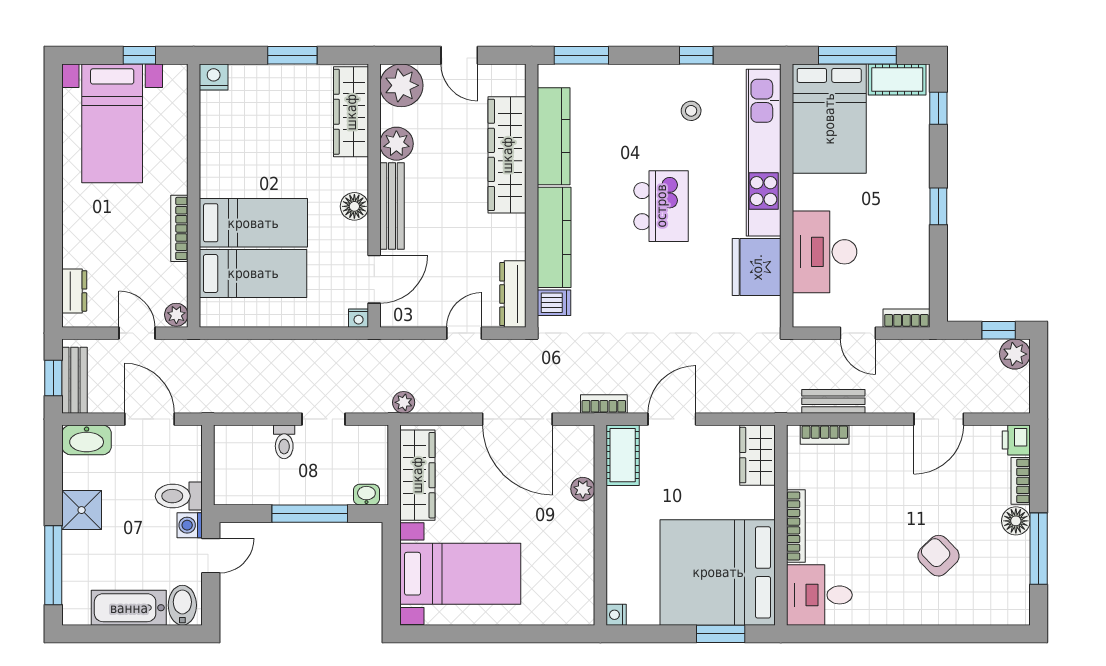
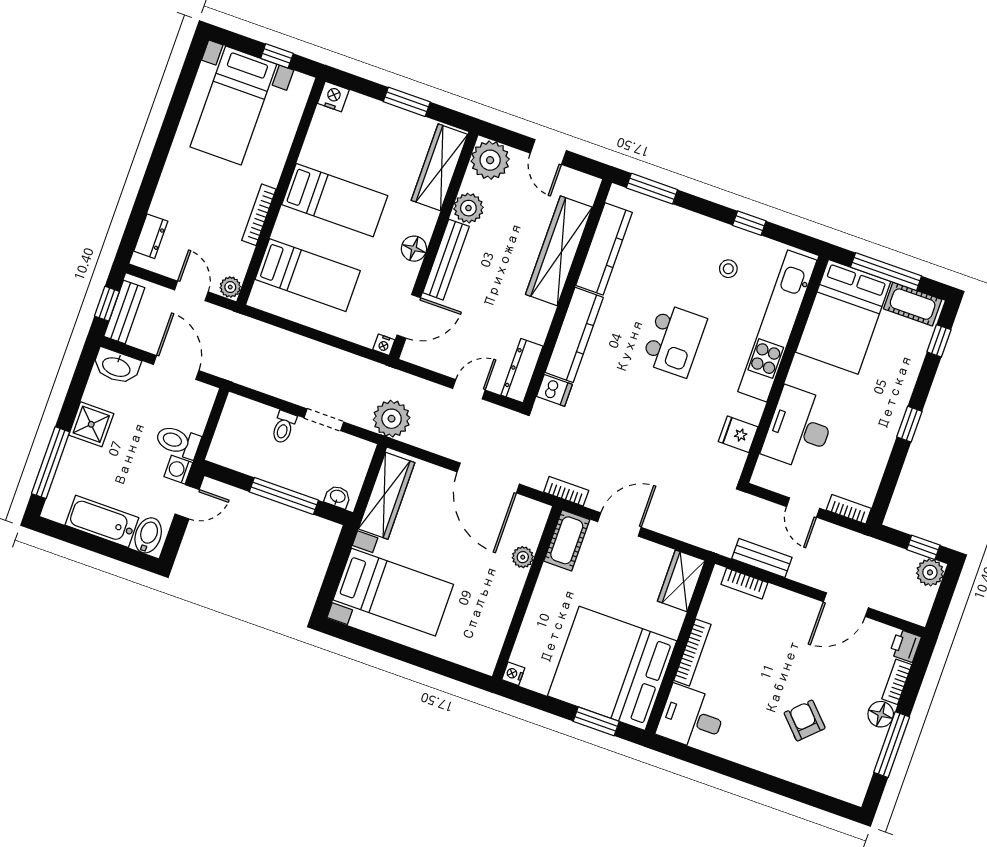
bed: (253, 223) -> (335, 200), moved
fridge: (757, 267) -> (738, 434), width x0.53, depth x0.75
plant: (404, 402) -> (392, 419), width x1.87, depth x1.87

